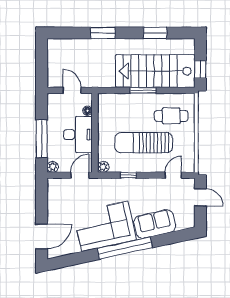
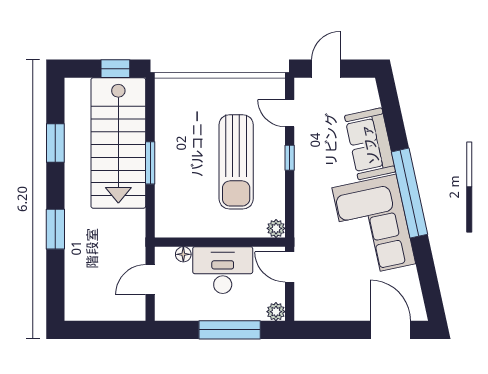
cafe table: (171, 116) -> (192, 117), removed
window: (128, 175) -> (290, 158), moved

